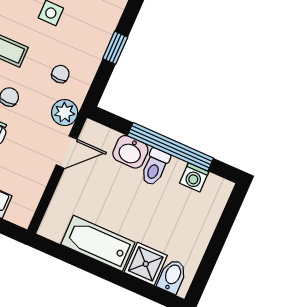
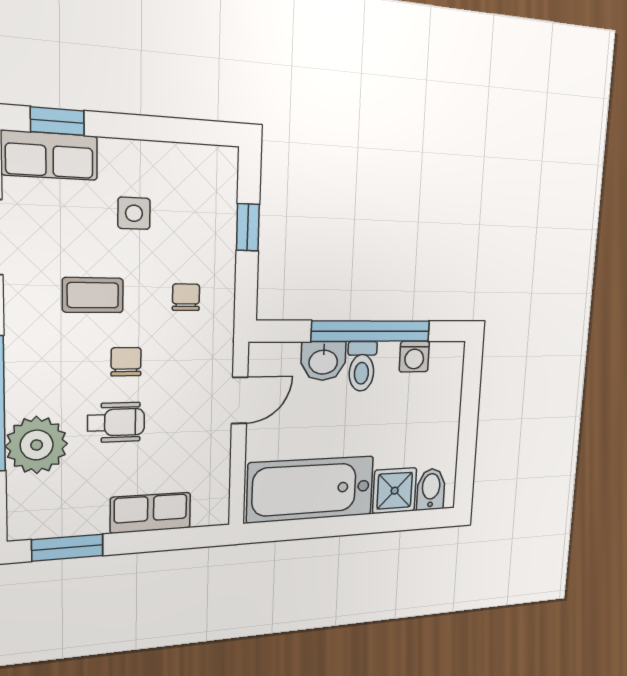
plant: (65, 113) -> (215, 348), removed
bathtub: (98, 243) -> (311, 489), width x1.36, depth x1.36

